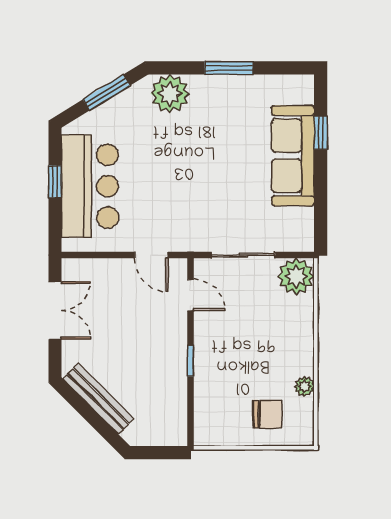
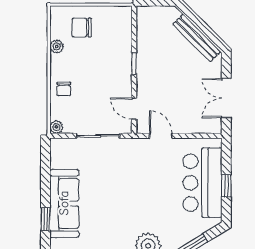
plant: (296, 276) -> (56, 127), width x0.53, depth x0.53
chair: (294, 324) -> (64, 89), added

